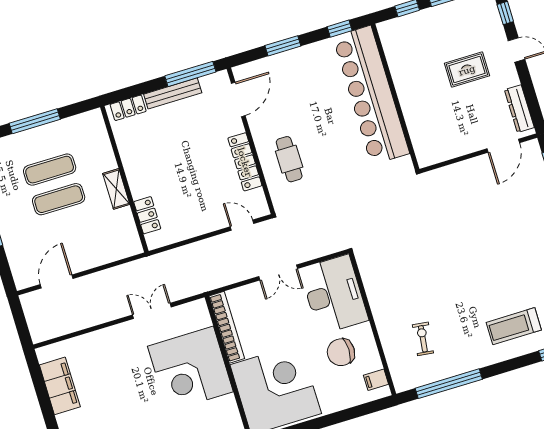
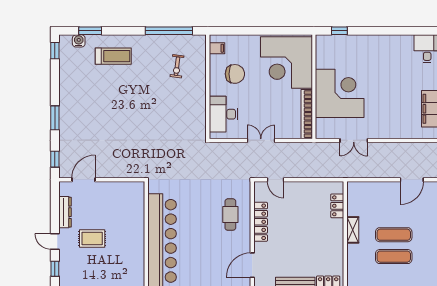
dresser: (519, 109) -> (65, 212), moved
desk: (334, 295) -> (224, 114), width x0.73, depth x0.77

